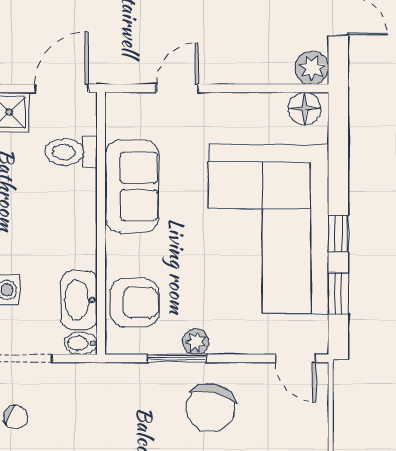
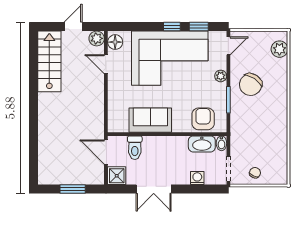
door: (177, 88) -> (106, 64), moved
plant: (196, 341) -> (221, 76), moved
chair: (210, 408) -> (251, 85), turned 111

